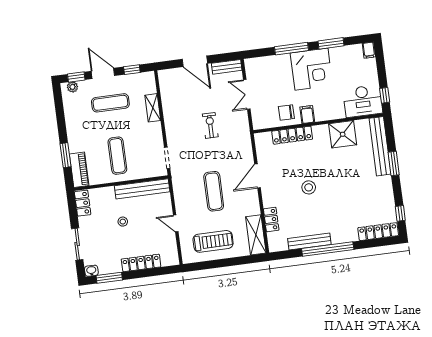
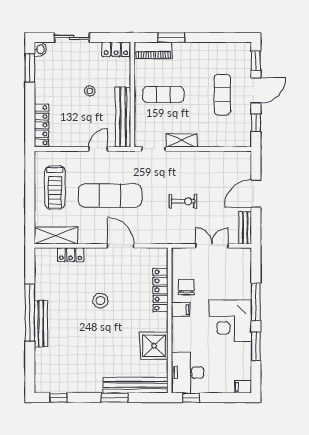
plant: (72, 87) -> (245, 55), removed
shelving: (153, 108) -> (182, 140), moved
exercise mat: (214, 191) -> (110, 195), width x1.36, depth x1.45
door: (176, 223) -> (98, 149), moved
locker: (378, 232) -> (42, 371), removed
bench: (309, 241) -> (41, 324), moved
locker: (141, 263) -> (42, 125), moved

